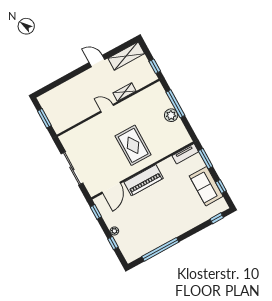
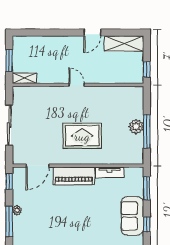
door: (97, 61) -> (92, 33), swing flipped
shelving: (124, 92) -> (24, 78), moved
window: (175, 104) -> (147, 131), moved
rug: (133, 145) -> (82, 136), turned 90
tv unit: (185, 154) -> (109, 172), moved
window: (113, 243) -> (9, 221), width x2.17

